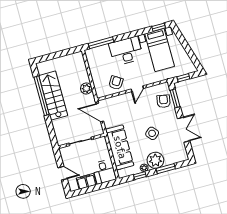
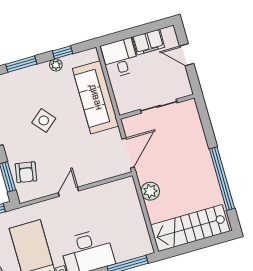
armchair: (116, 83) -> (103, 201), removed
stairs: (53, 96) -> (190, 228), moved, turned 90
door: (100, 112) -> (128, 153), hinge flipped
plant: (155, 160) -> (38, 77), removed

